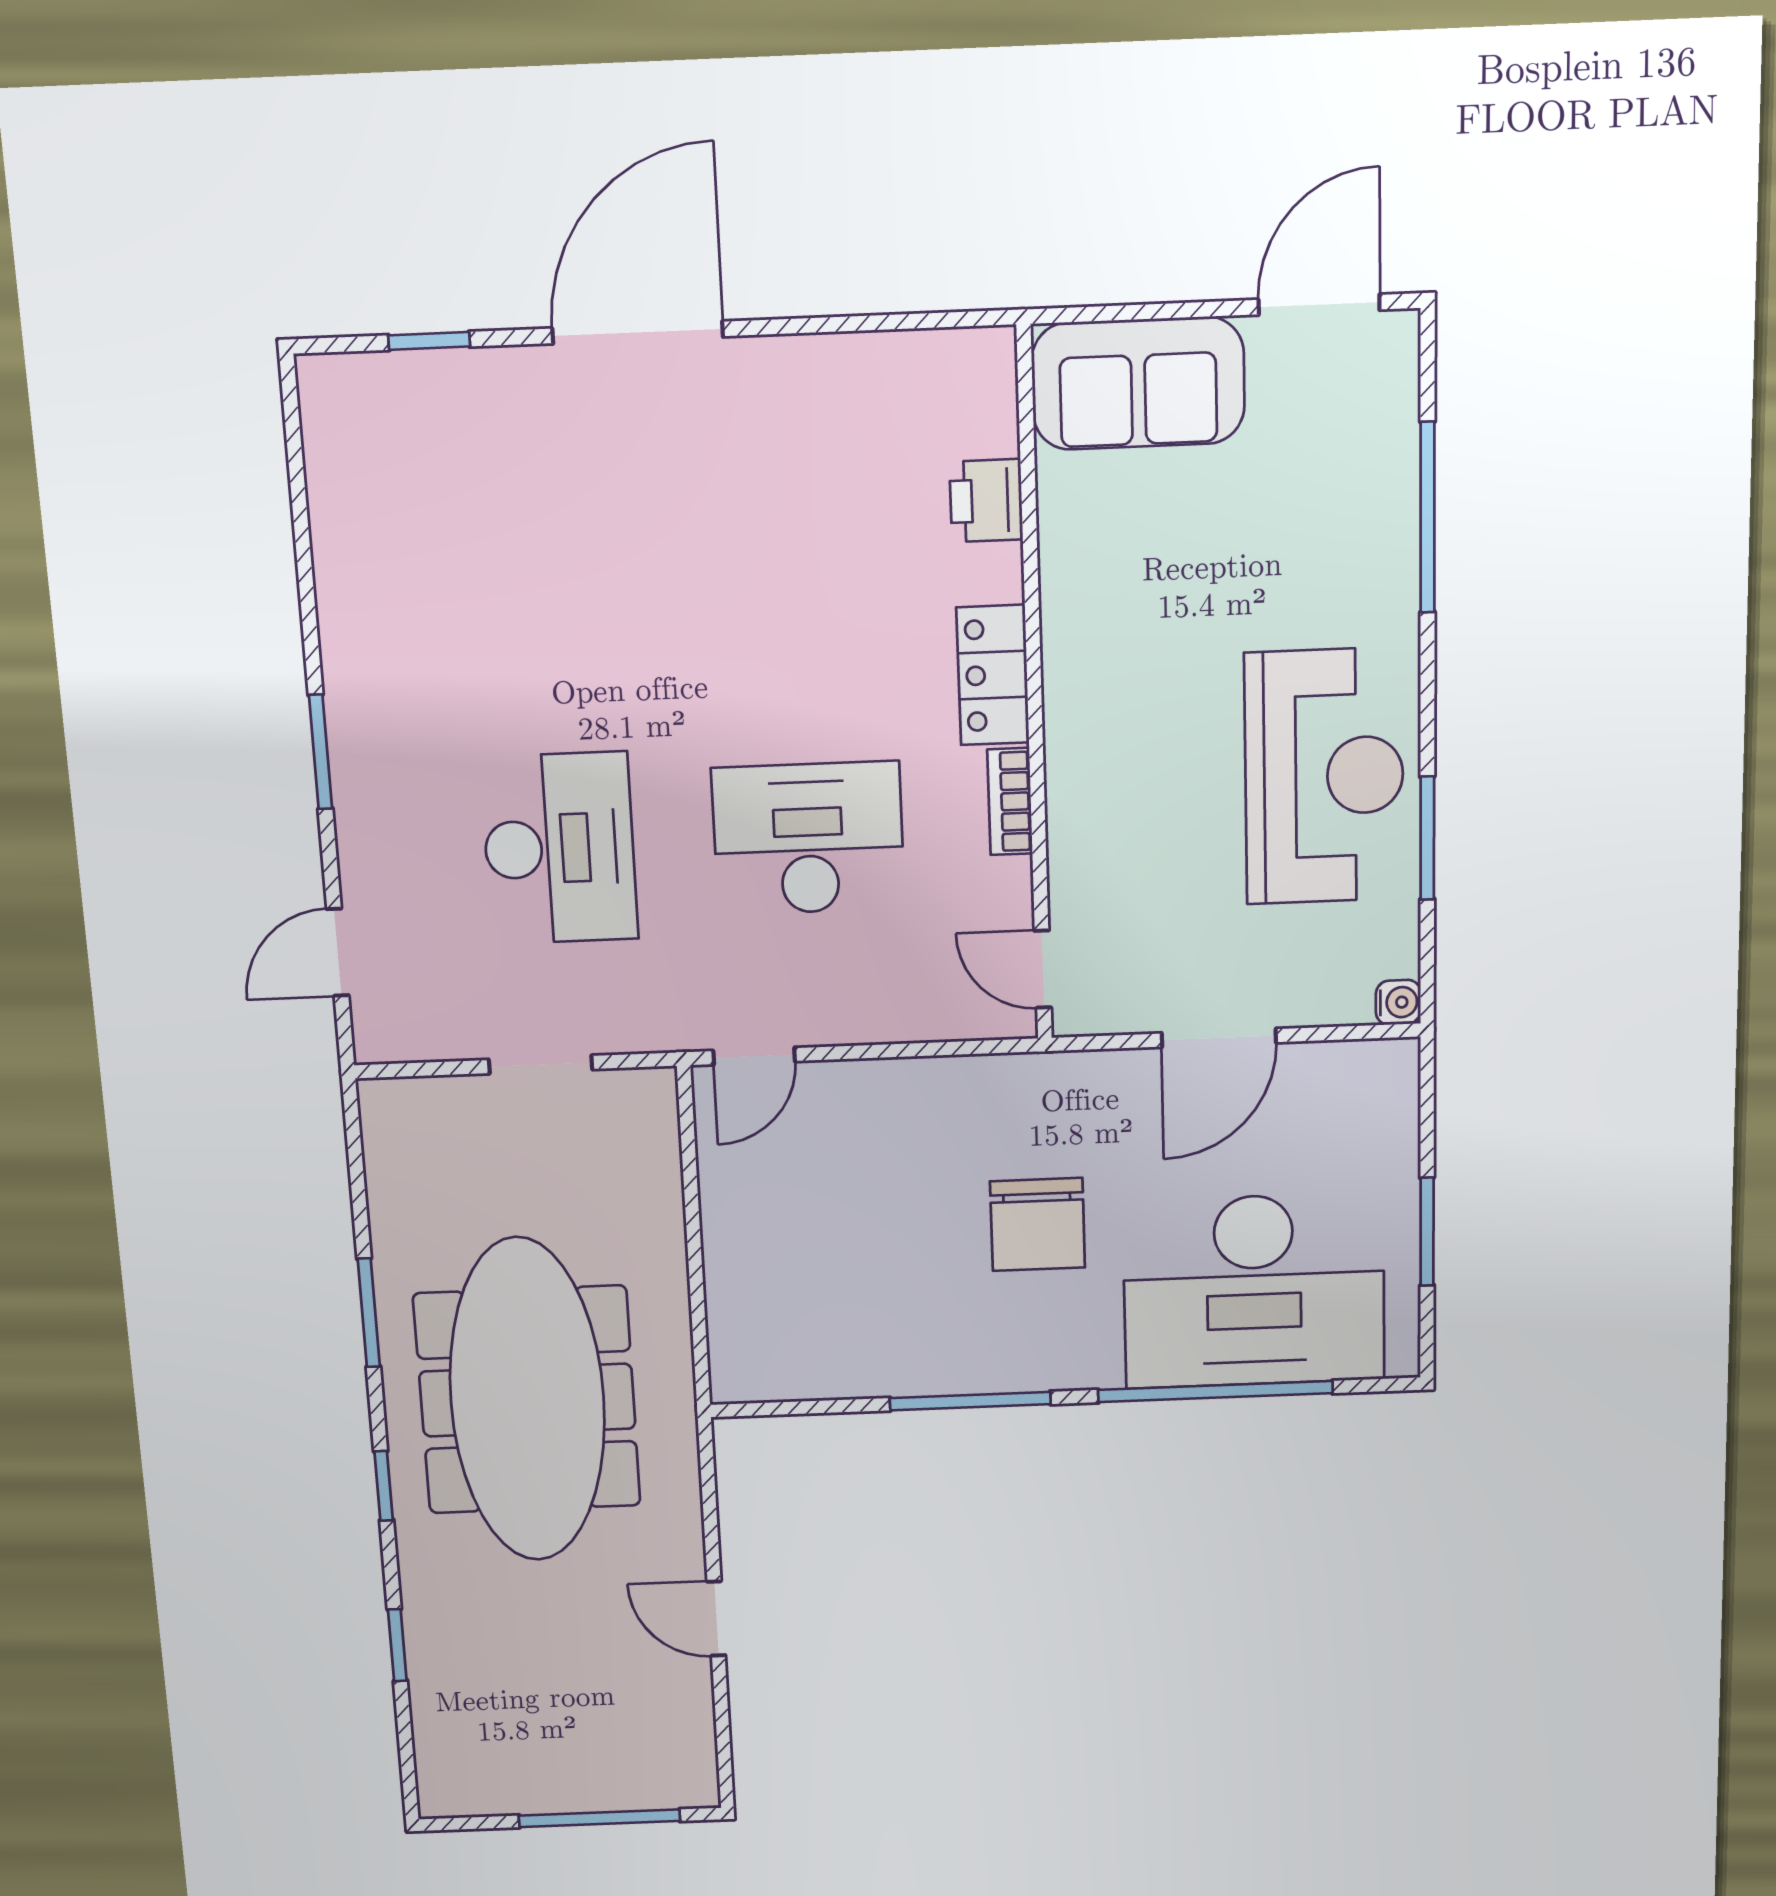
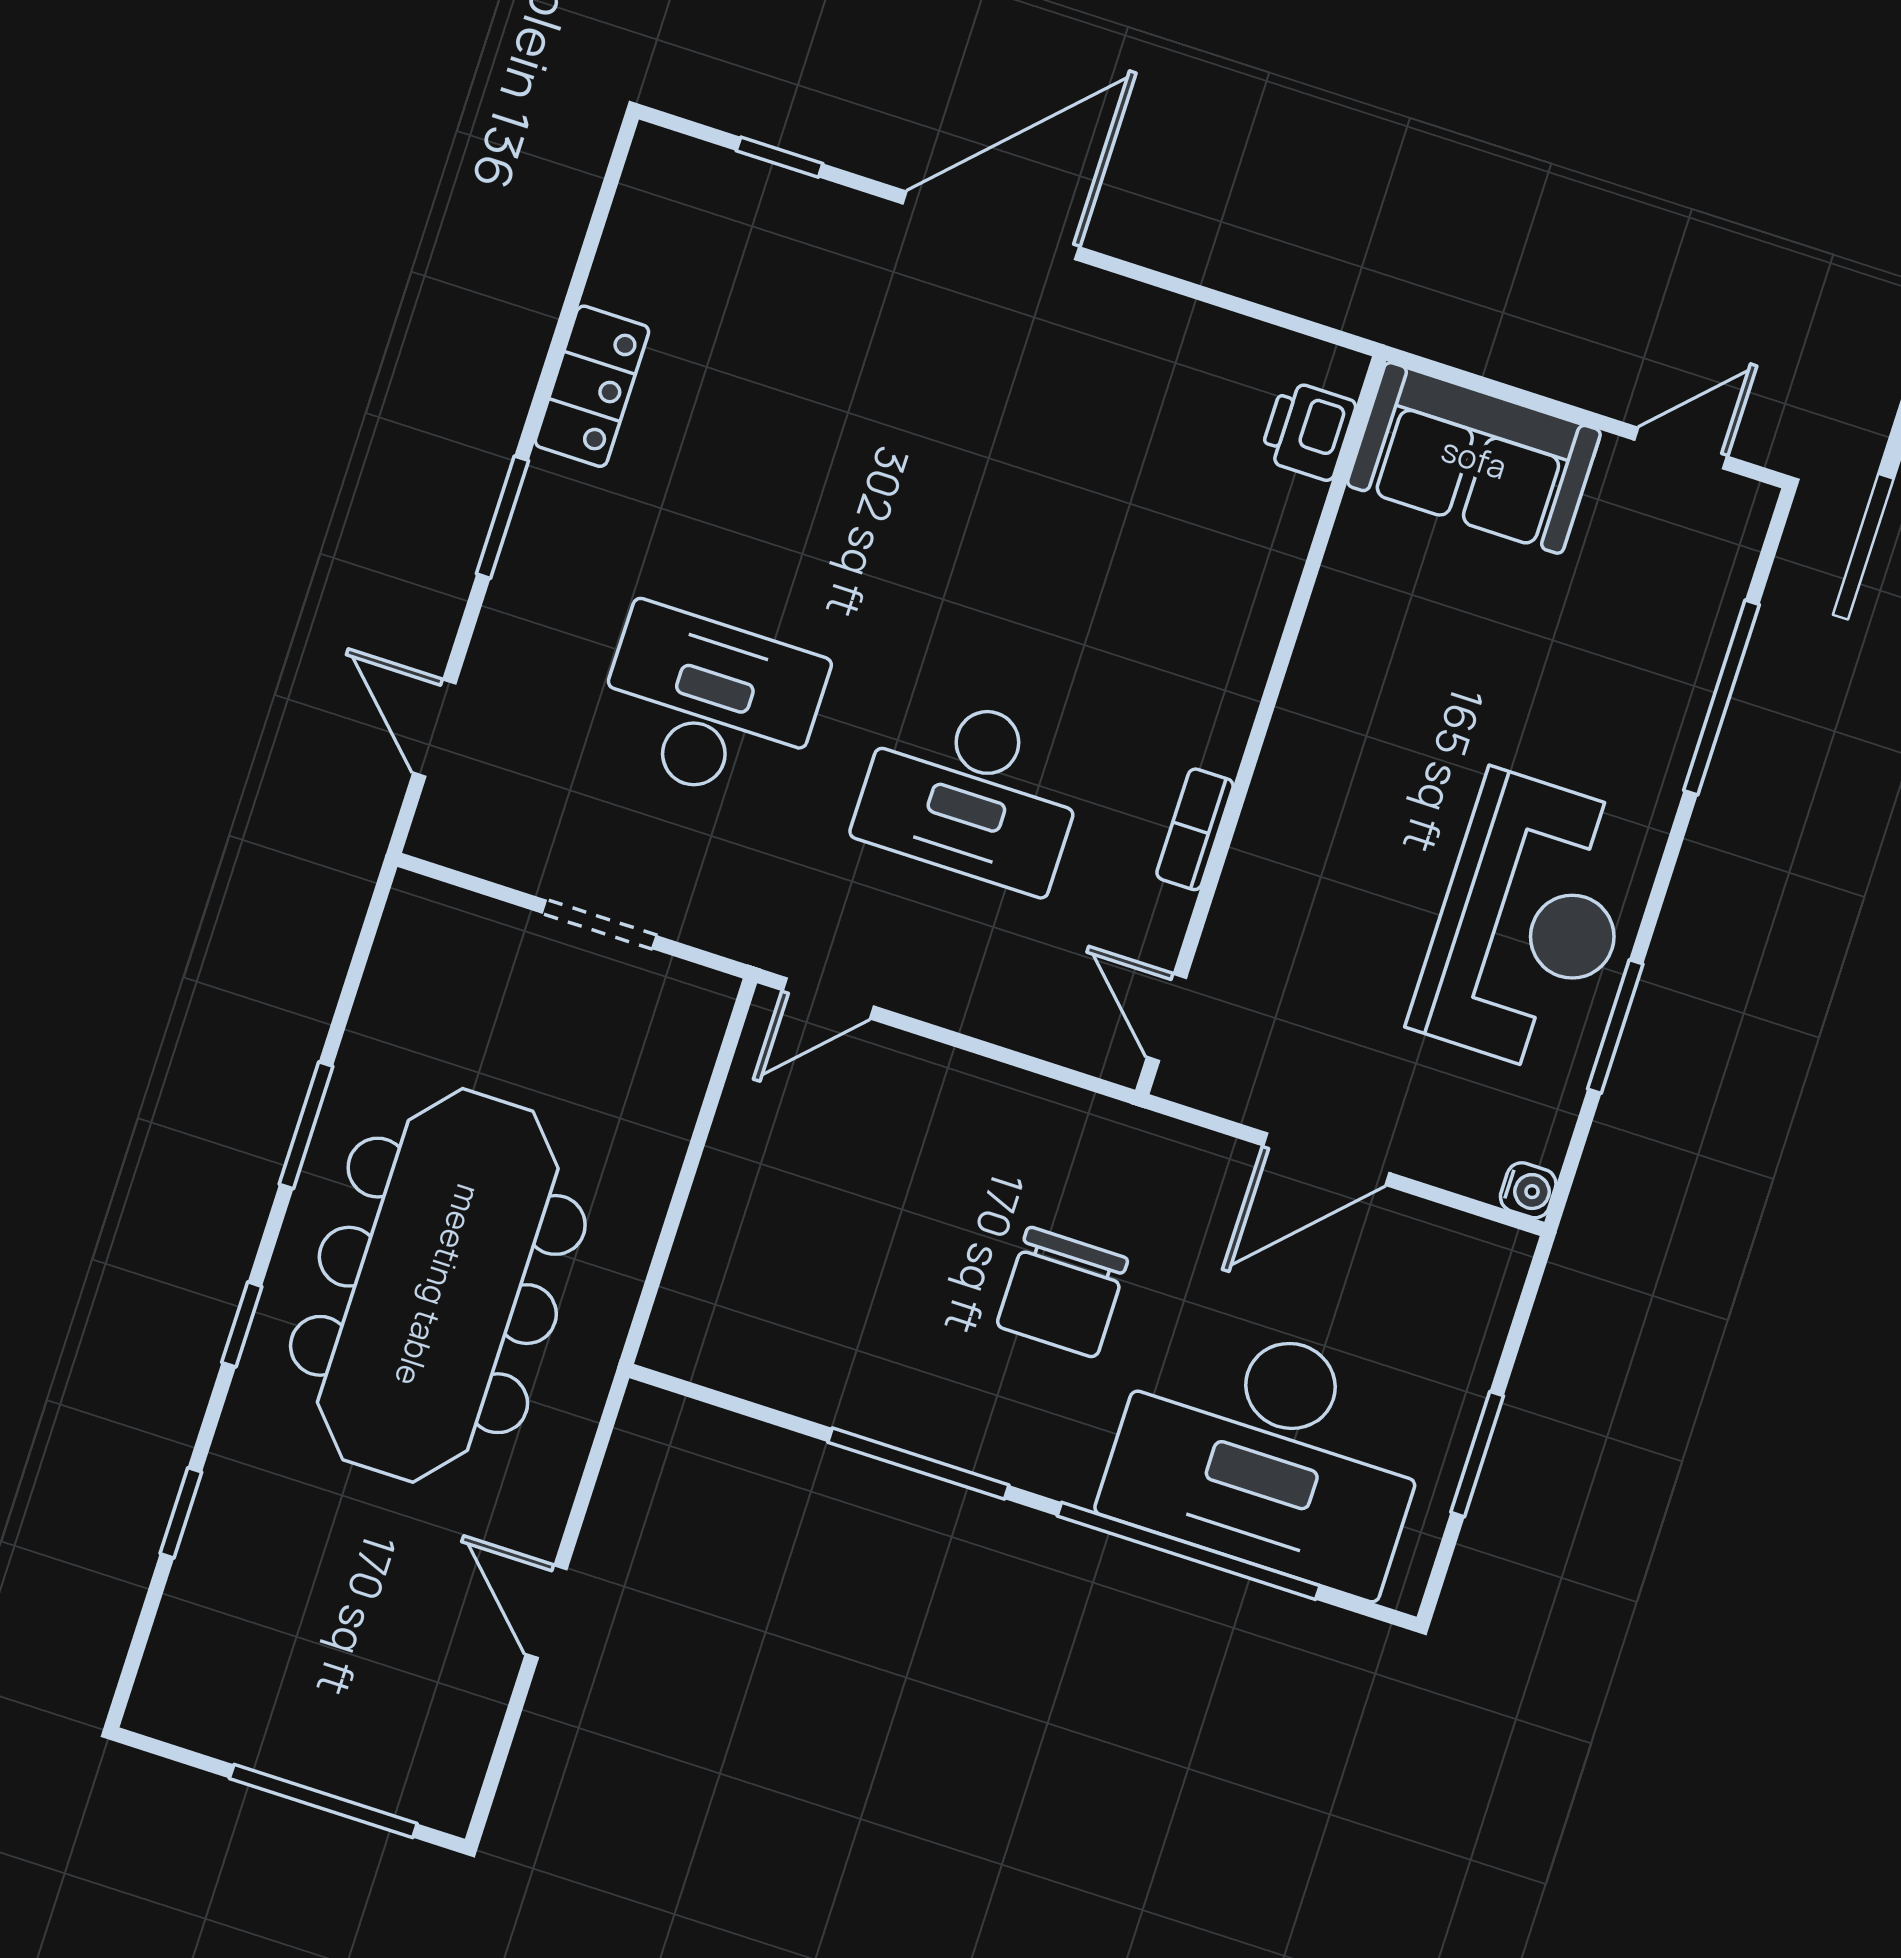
door: (1319, 305) -> (1681, 448), width x0.73
printer: (986, 501) -> (1308, 430), moved
locker: (993, 675) -> (592, 386), moved, turned 180
desk: (808, 838) -> (972, 791), turned 180
desk: (559, 848) -> (709, 706), turned -90
door: (338, 952) -> (434, 728), hinge flipped

